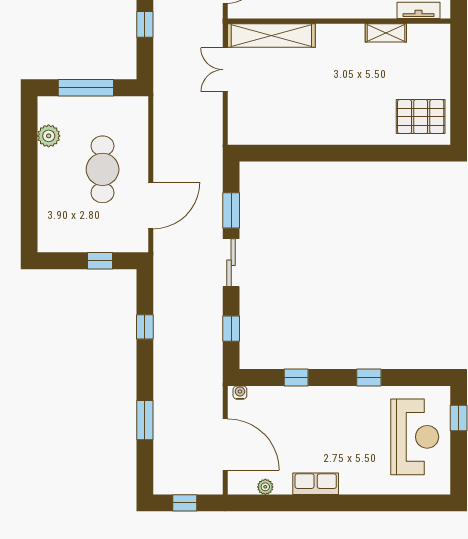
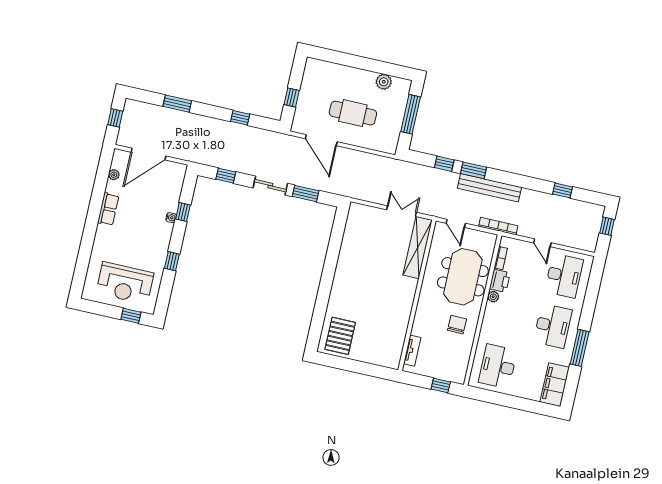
shelving: (386, 33) -> (402, 325), removed
water cooler: (240, 393) -> (171, 218), moved

